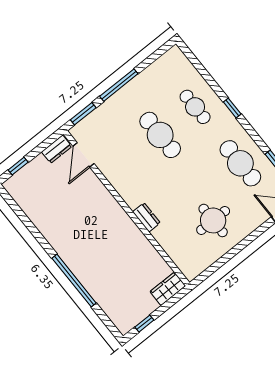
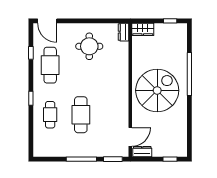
dresser: (146, 217) -> (123, 32), moved
spiral stairs: (95, 232) -> (157, 90), added

